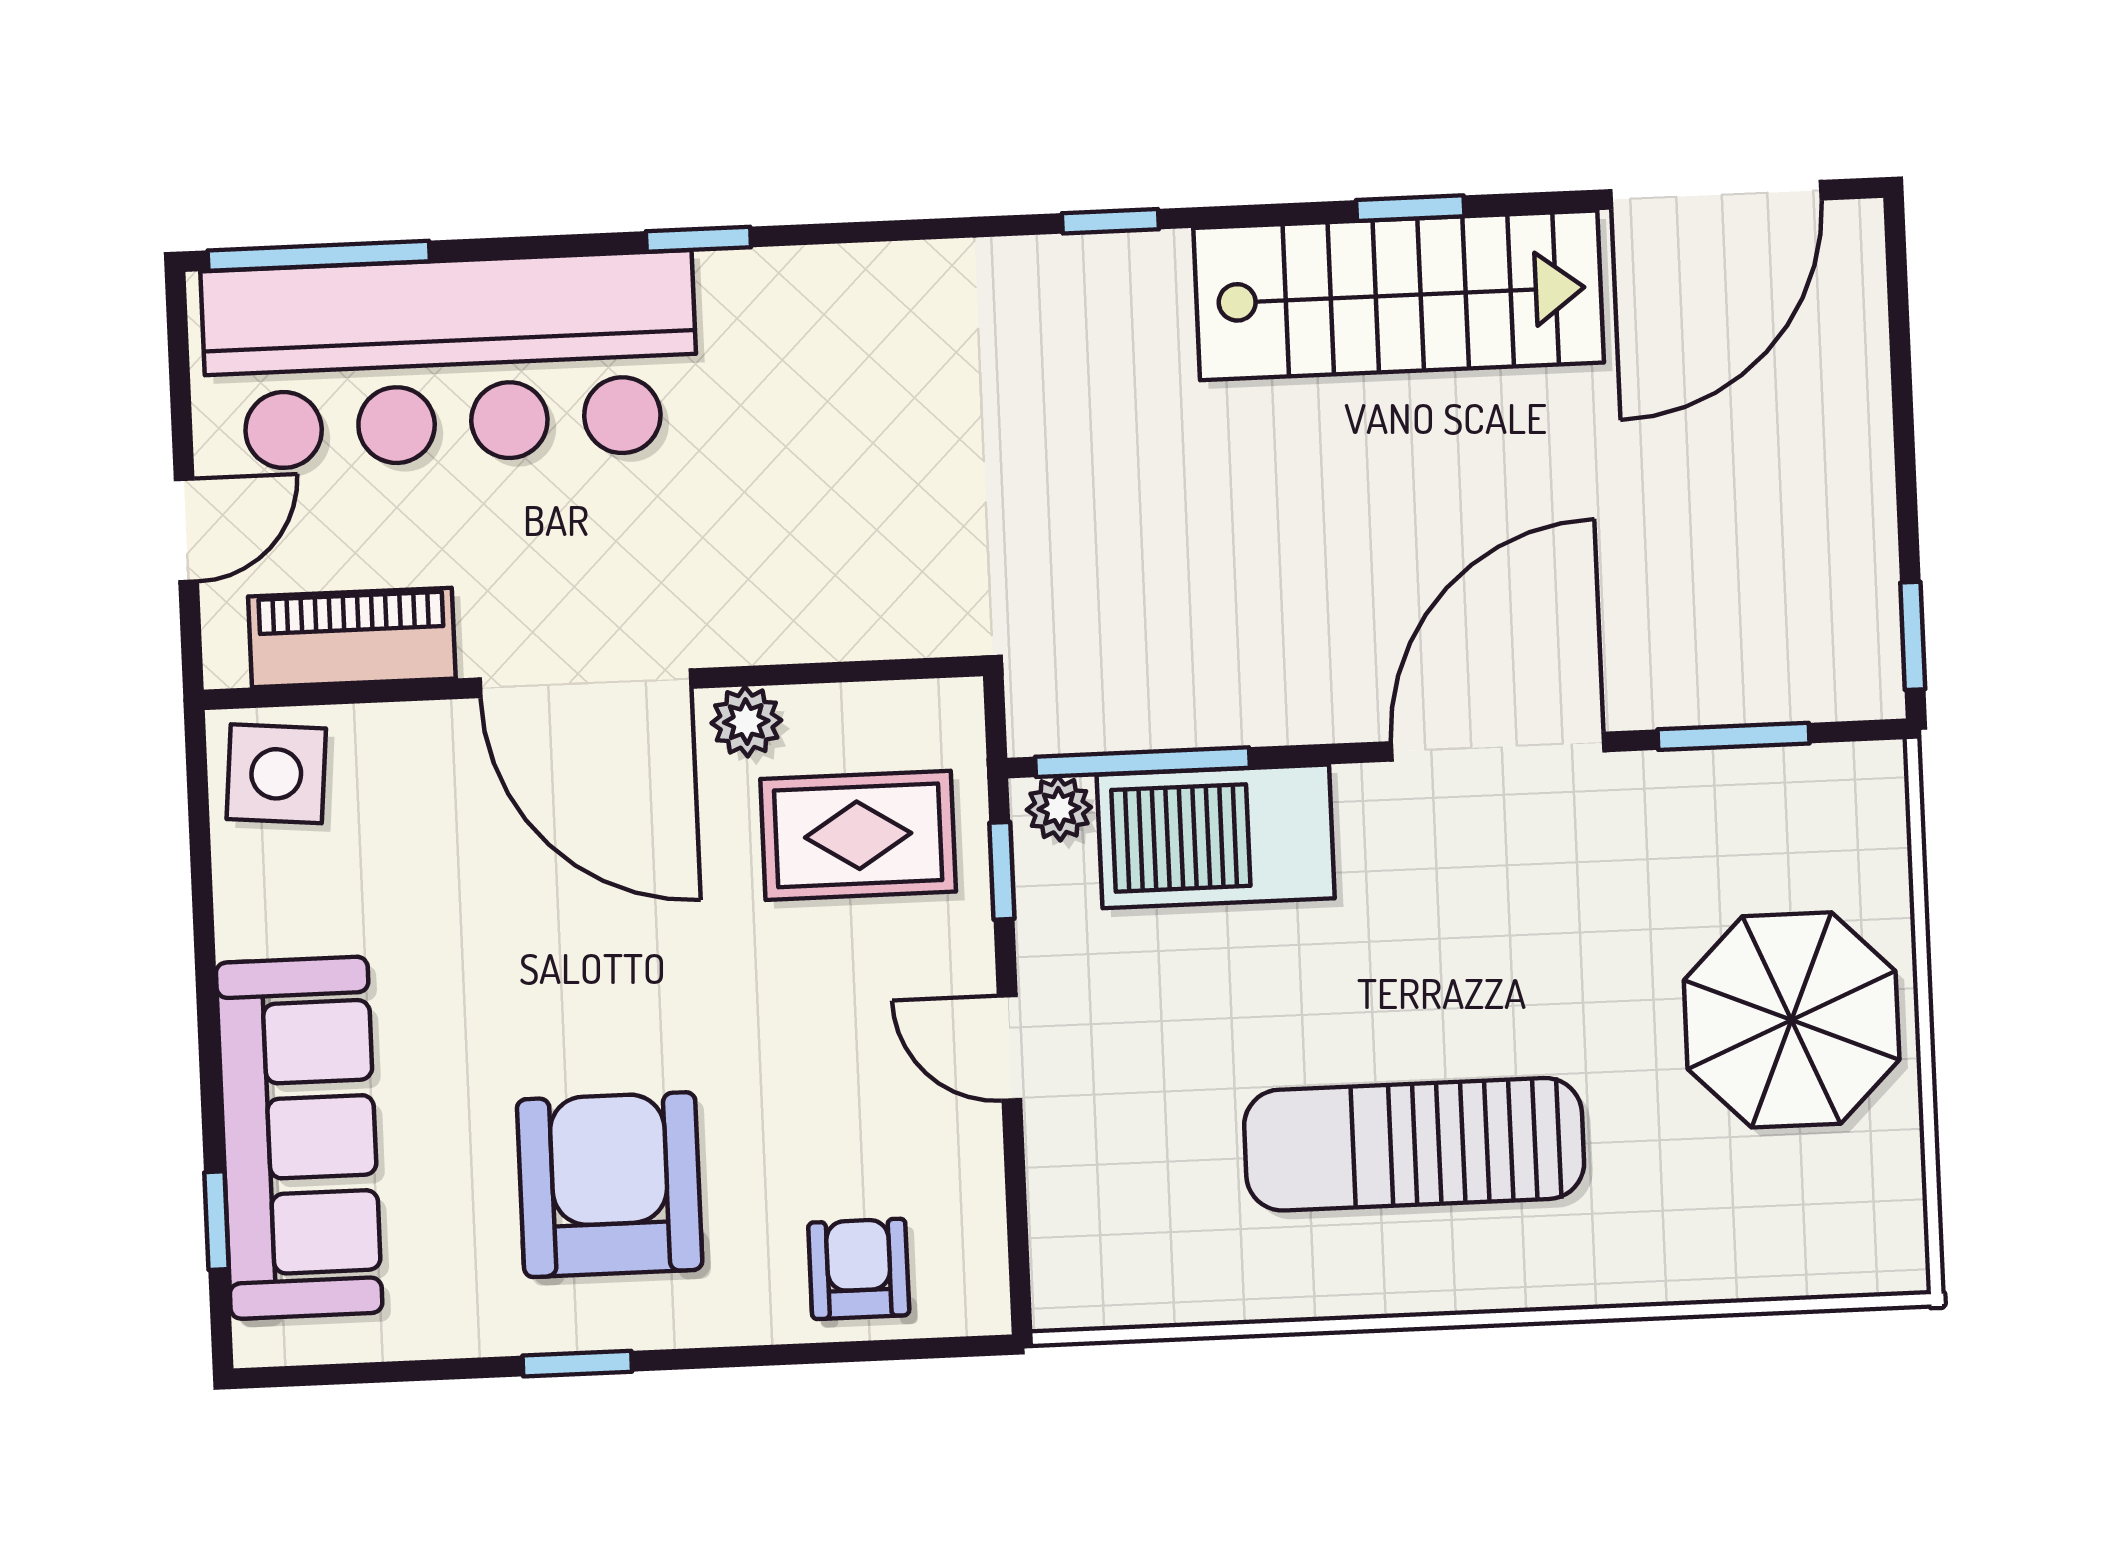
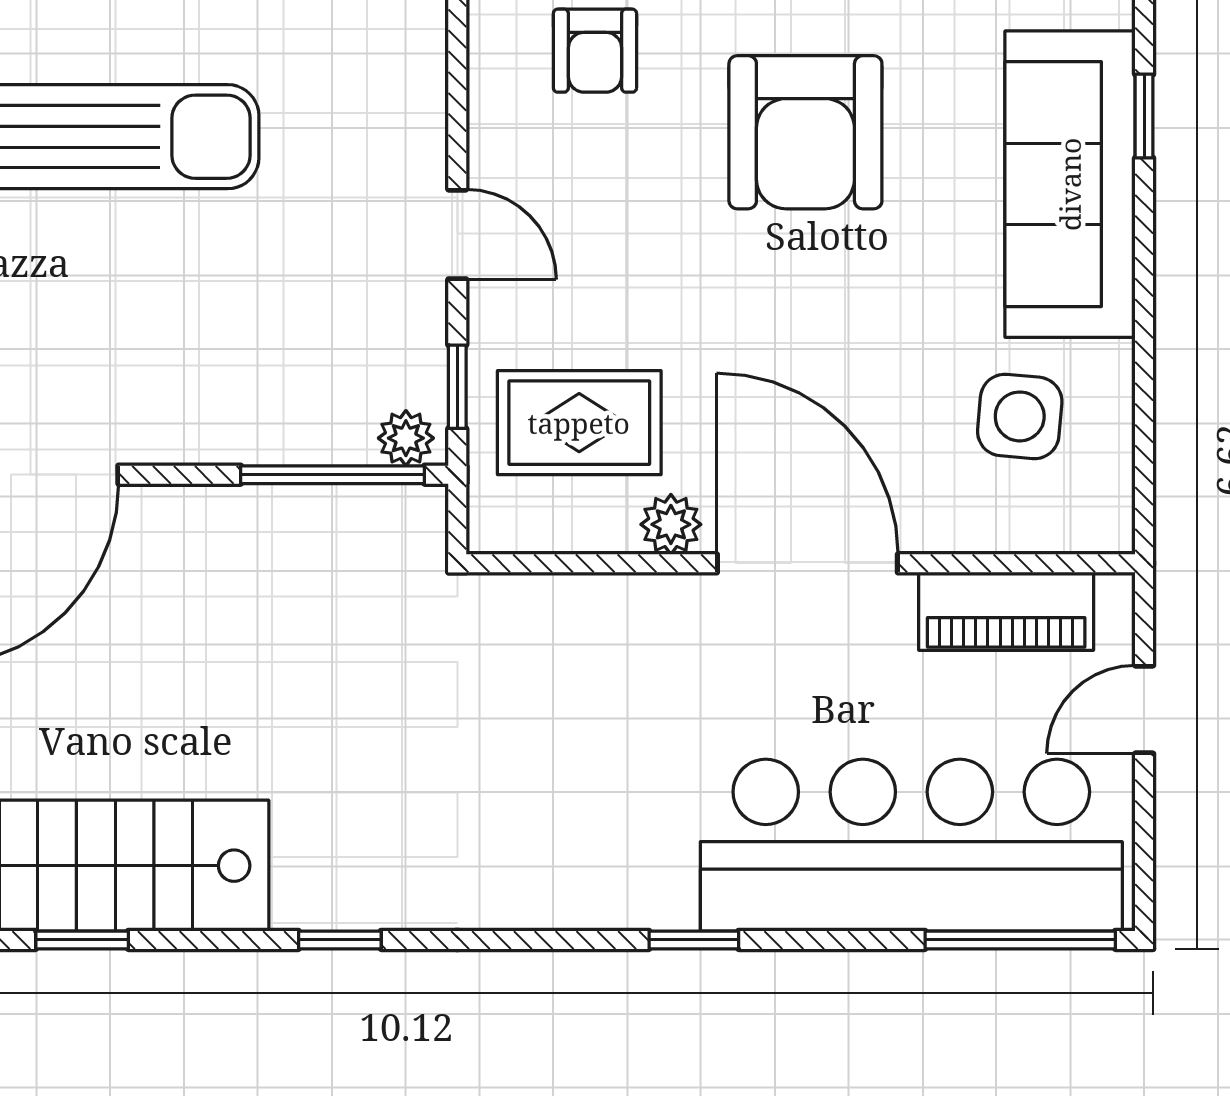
side table: (276, 774) -> (1020, 416), moved
barbecue: (1216, 836) -> (272, 408), removed

